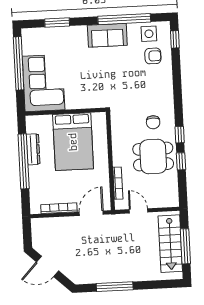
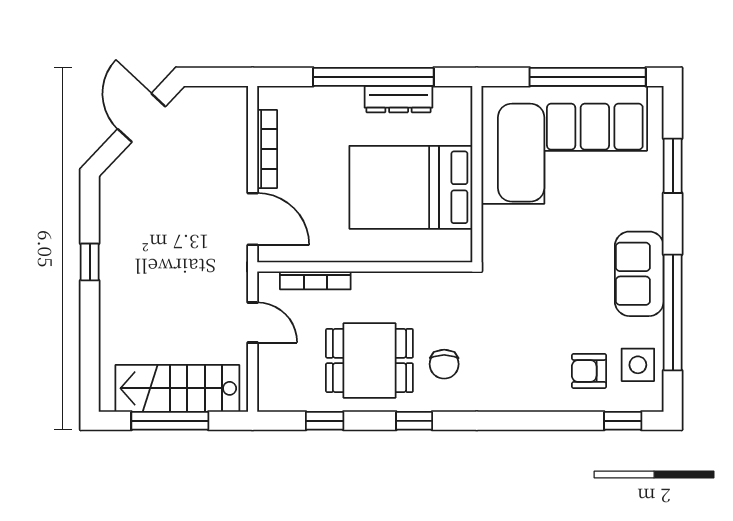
armchair: (153, 56) -> (589, 371), turned 90
corner sofa: (44, 83) -> (564, 145), width x1.36, depth x1.36
chair: (153, 122) -> (444, 364), turned -90
dining table: (153, 157) -> (369, 360), turned 90
window: (181, 161) -> (325, 421), moved
door: (139, 211) -> (253, 322), hinge flipped
window: (115, 287) -> (90, 262), width x0.46

